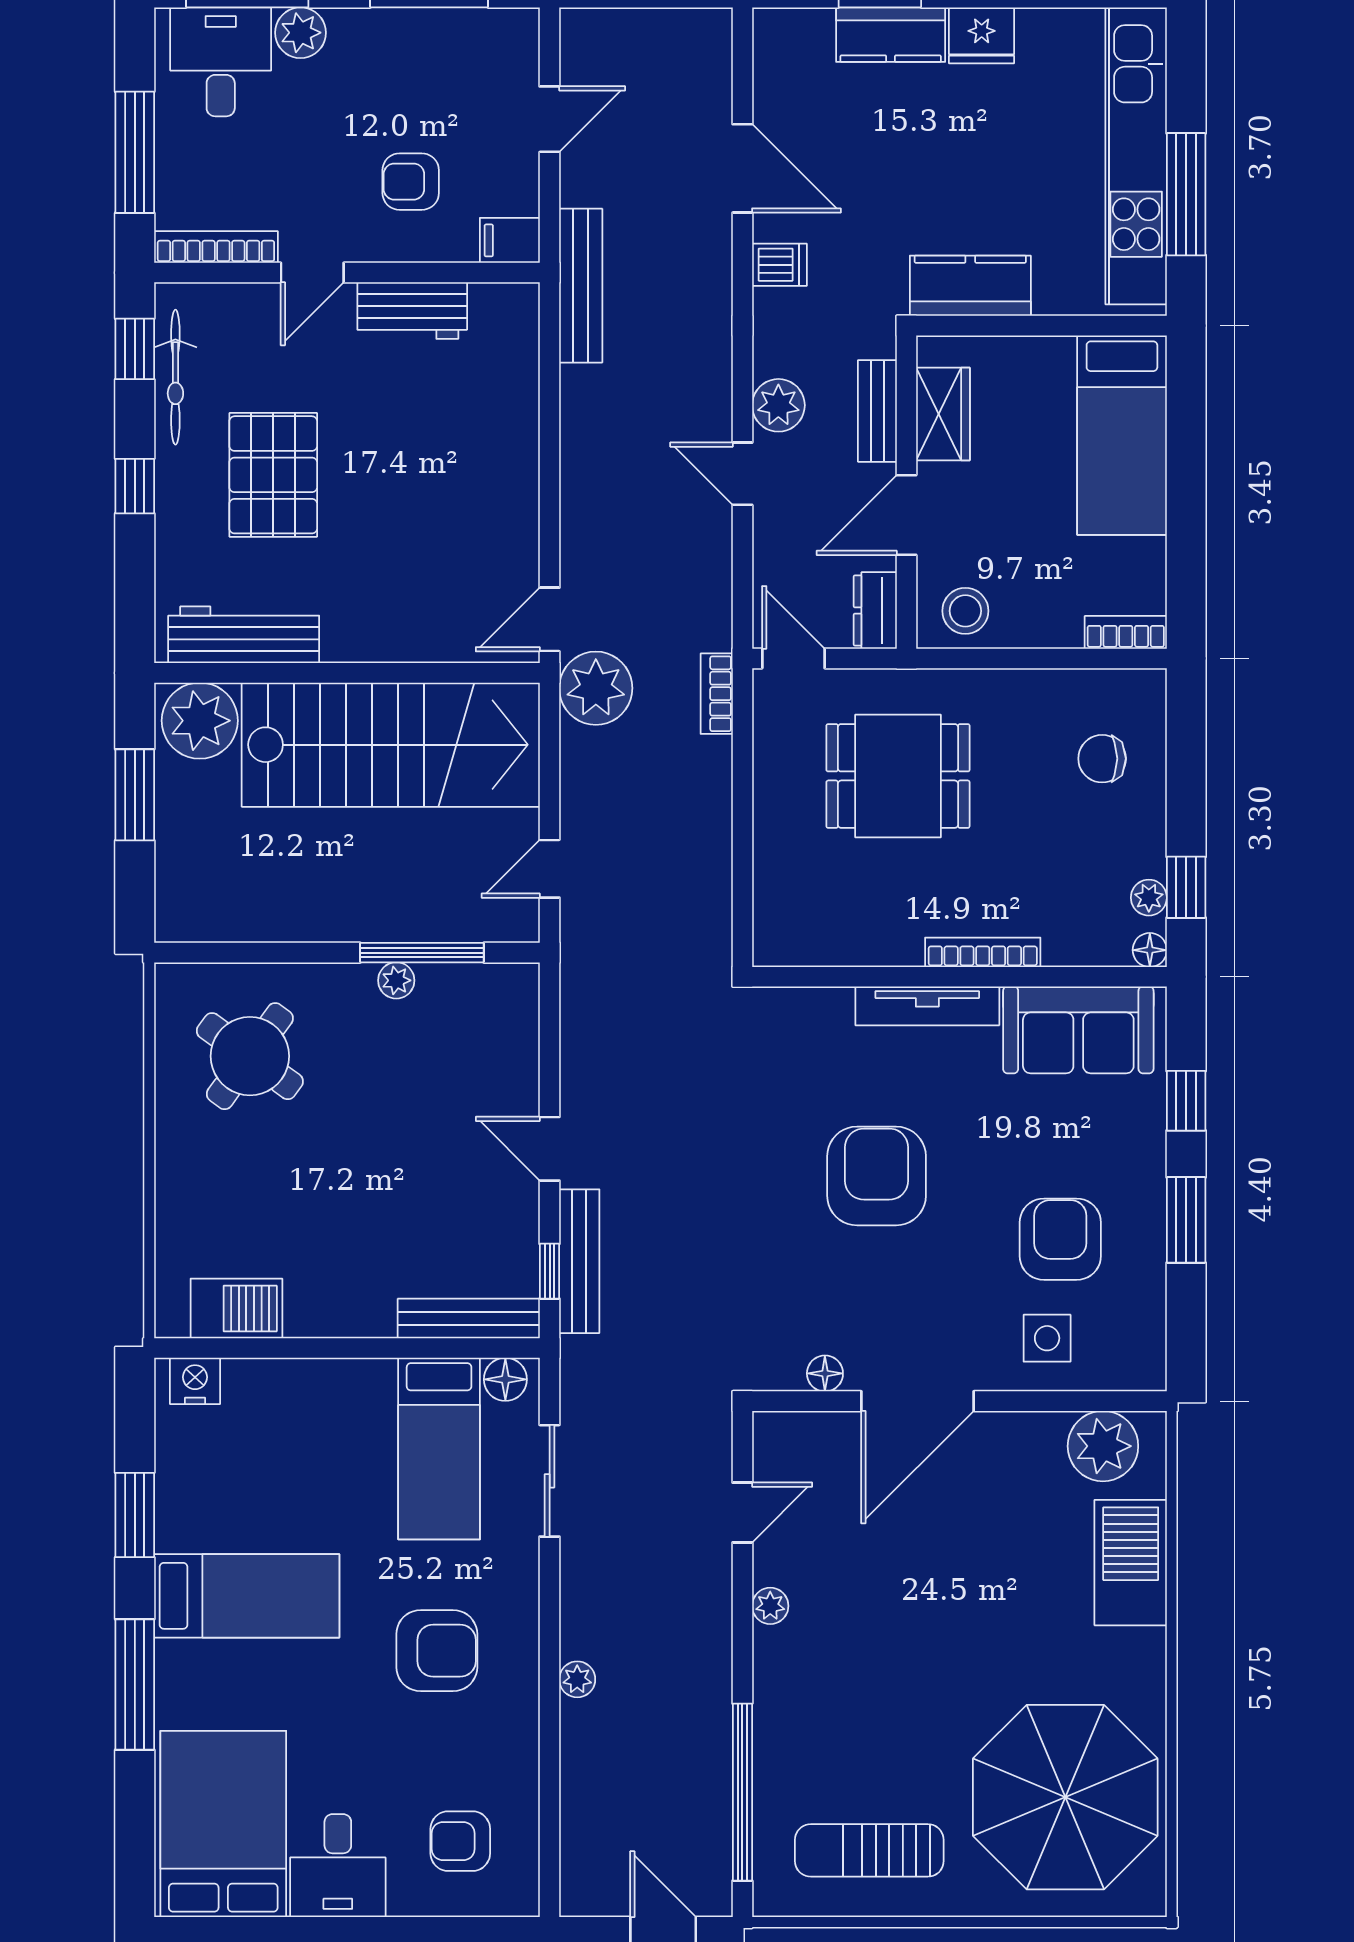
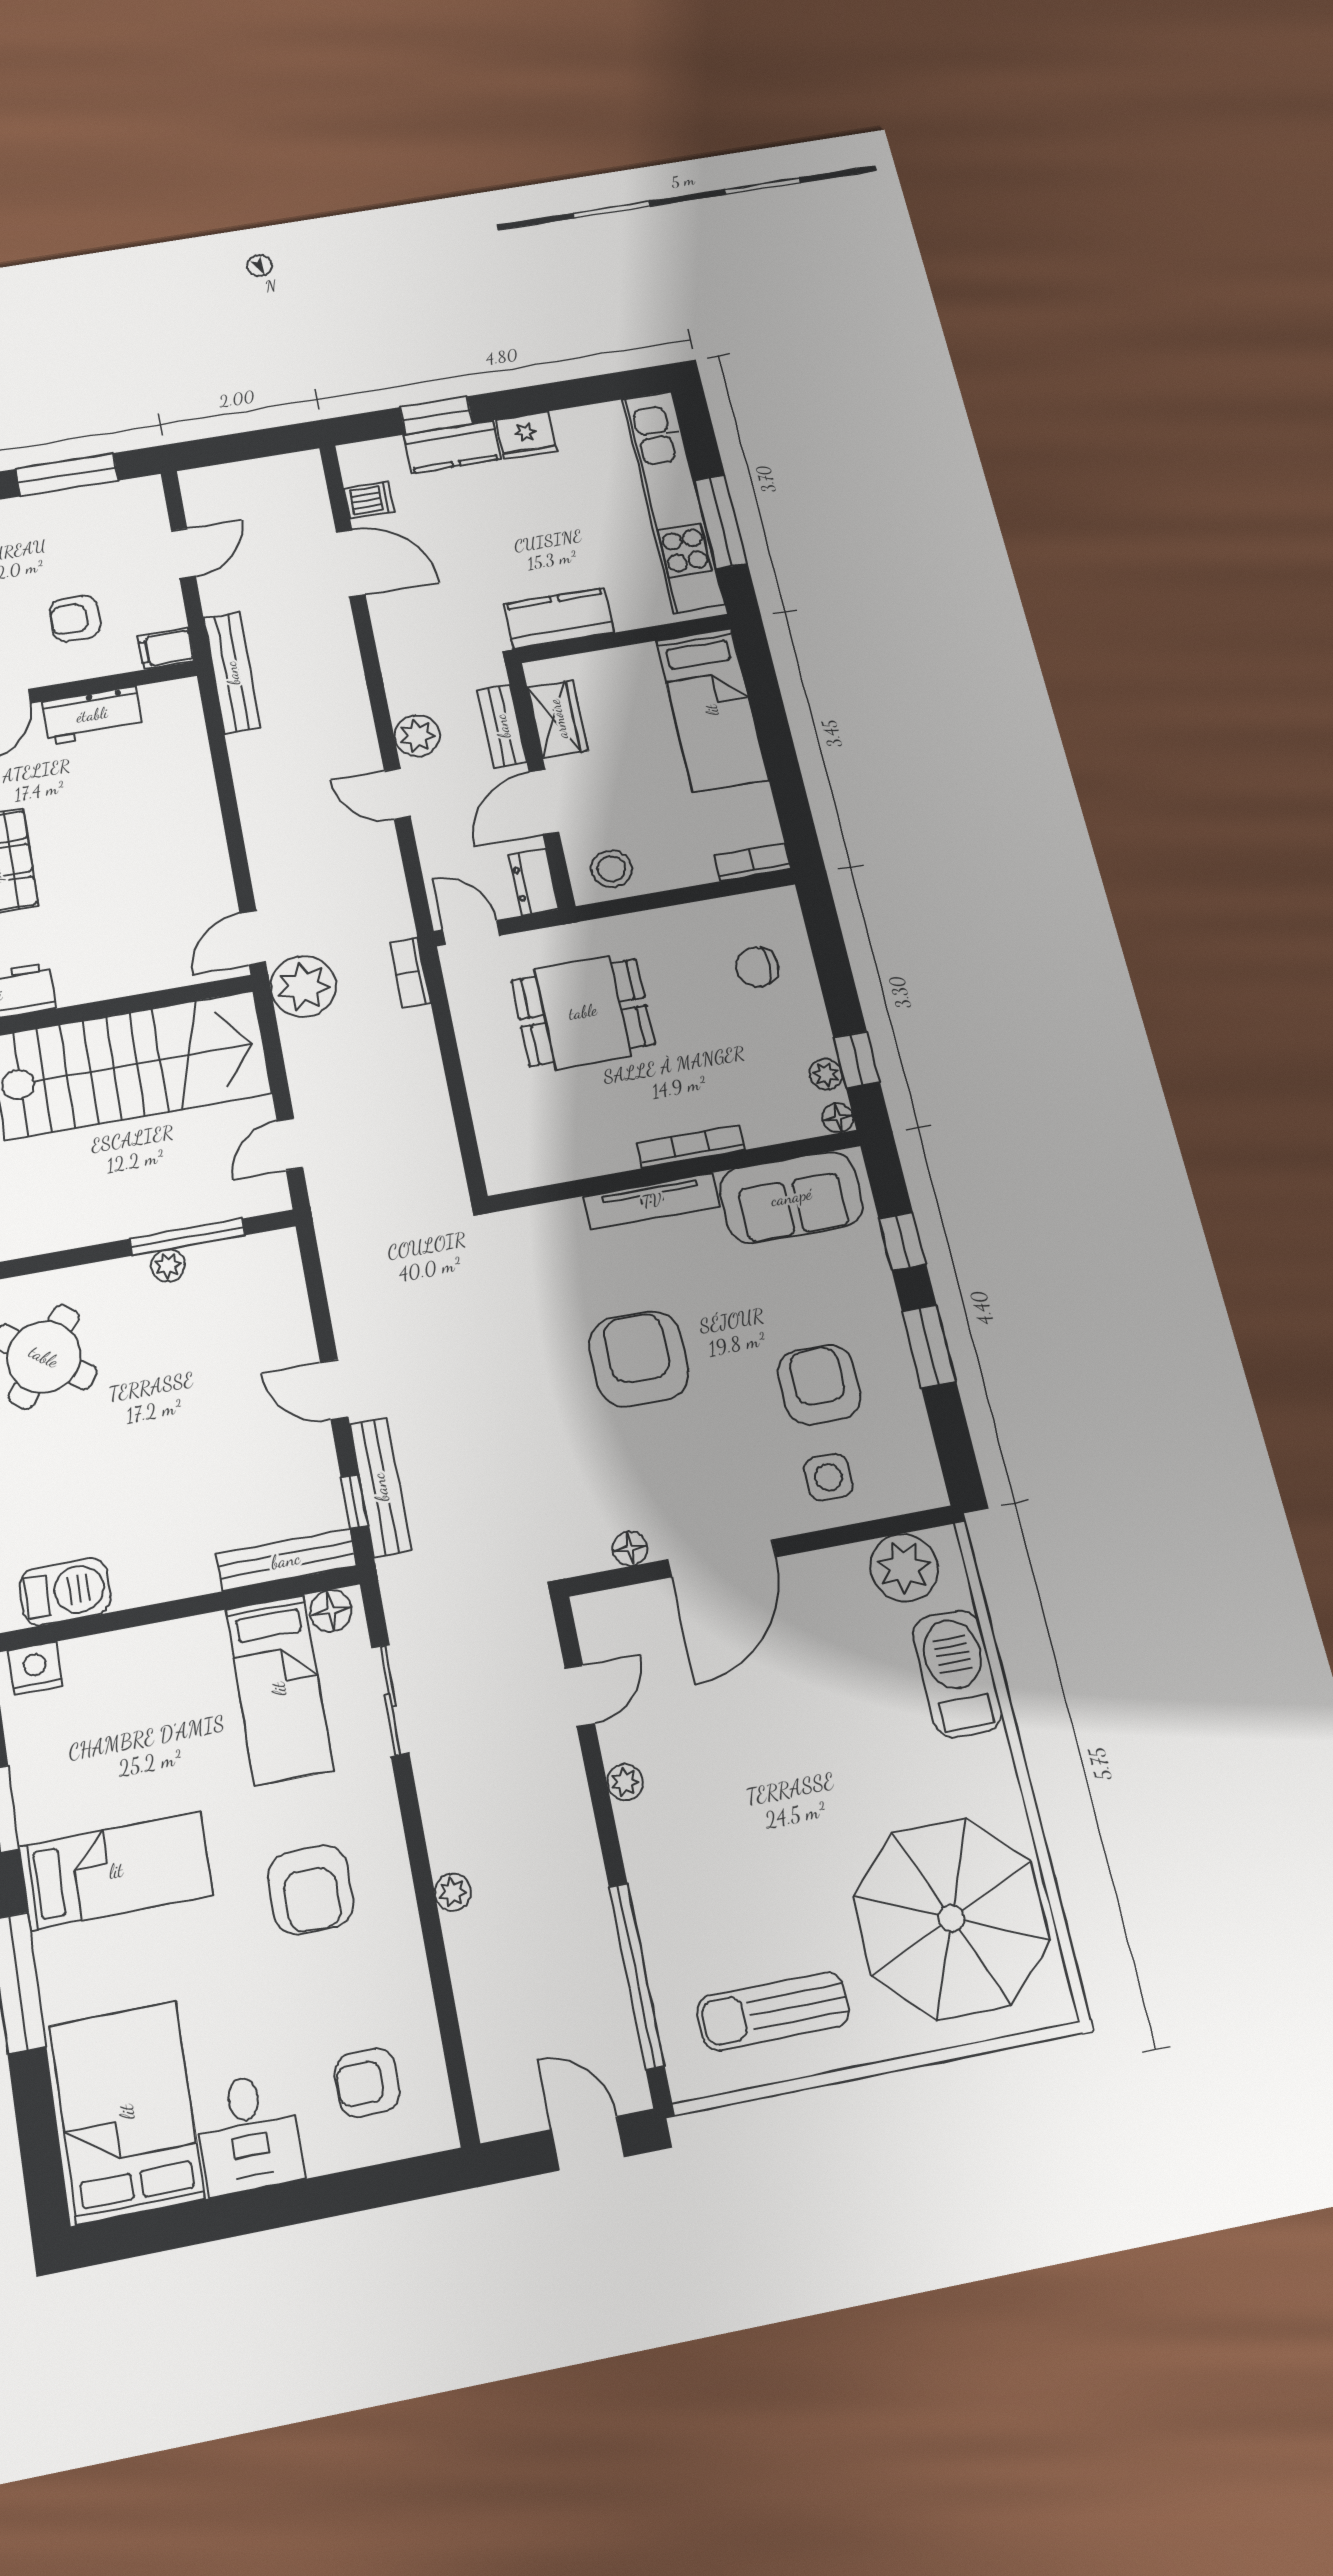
dishwasher: (779, 265) -> (369, 500), moved
armchair: (437, 1651) -> (311, 1890), turned 90

